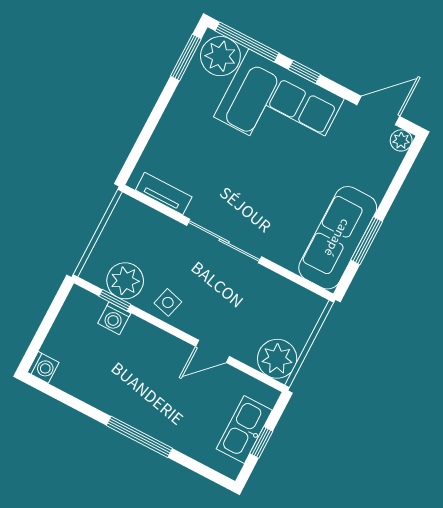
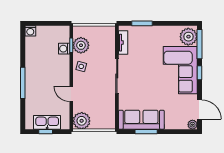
window: (186, 57) -> (142, 23), moved

